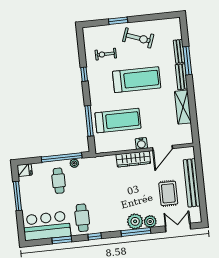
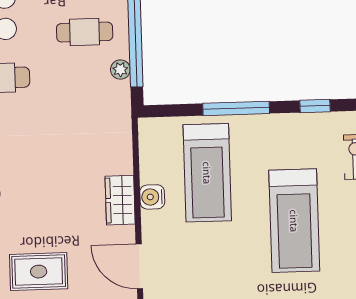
window: (89, 121) -> (236, 108), moved
water cooler: (141, 143) -> (152, 197), moved
wardrobe: (133, 159) -> (120, 200), width x0.67

